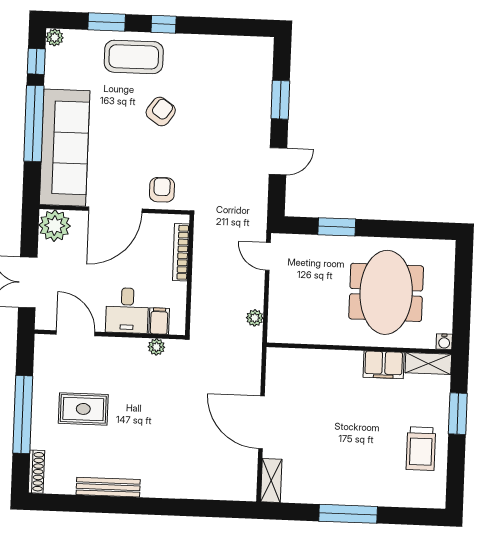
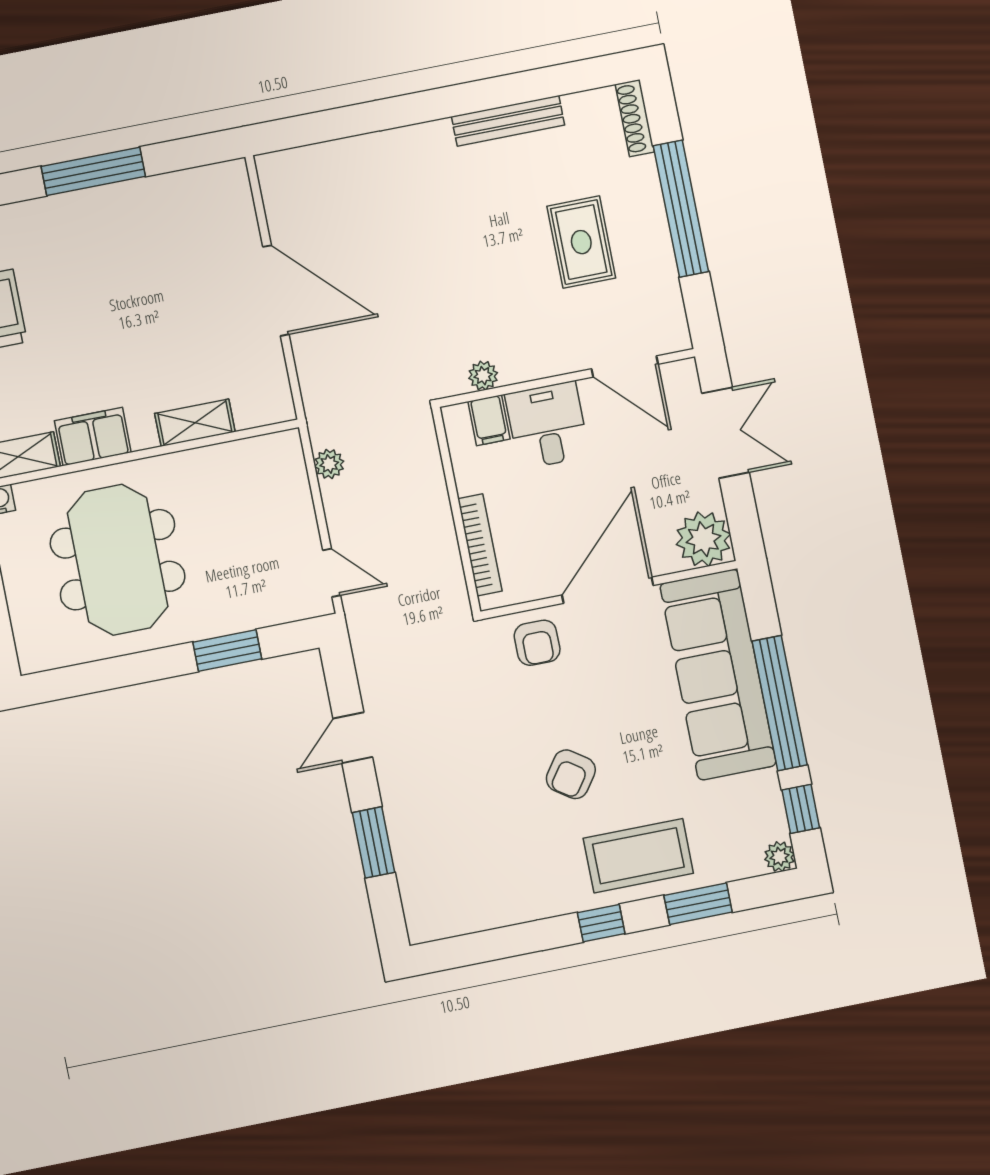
rug: (83, 409) -> (581, 242), turned 90
shelving: (271, 481) -> (195, 423), moved, turned 90

